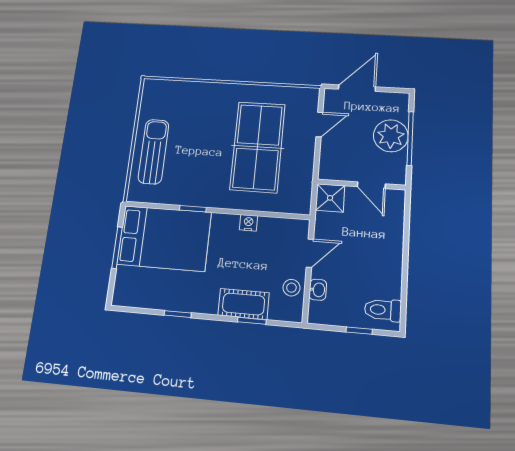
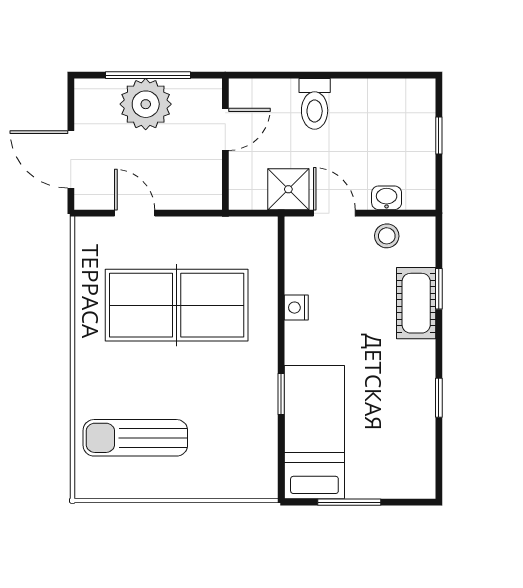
sun lounger: (153, 152) -> (135, 438), moved
shower: (330, 198) -> (288, 189), moved
bed: (164, 238) -> (314, 432), width x0.67
toilet: (383, 310) -> (315, 104), moved

